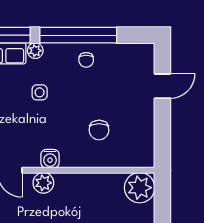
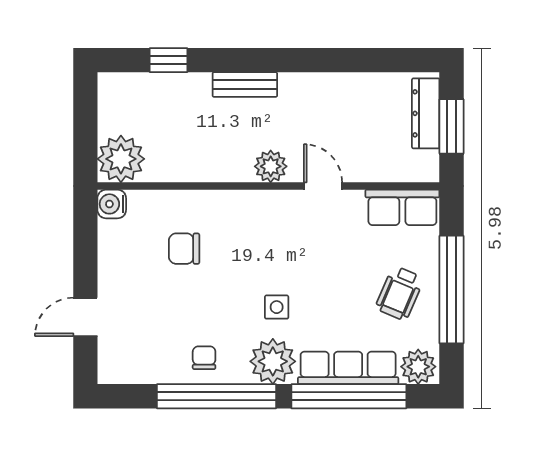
plant: (35, 51) -> (273, 361), width x1.88, depth x1.88
chair: (99, 130) -> (184, 249), turned -90
water cooler: (50, 159) -> (112, 204), moved, turned -90

